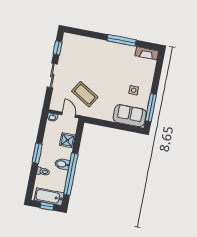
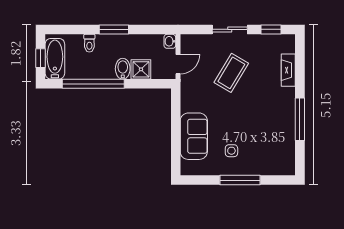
fireplace: (147, 53) -> (288, 70), moved
coffee table: (85, 94) -> (231, 73), moved
window: (151, 107) -> (240, 180), moved
sofa: (130, 116) -> (194, 136), moved
bidet: (62, 164) -> (123, 69), moved

